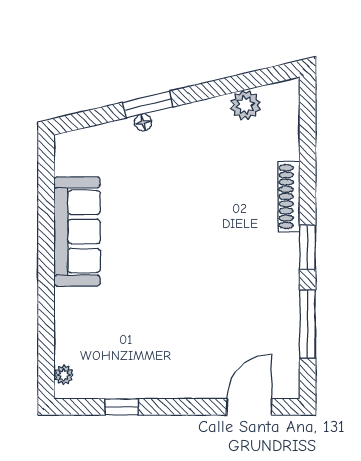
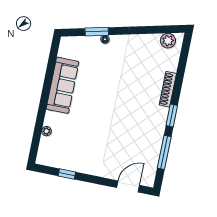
window: (148, 105) -> (97, 32), moved
plant: (245, 105) -> (168, 41), moved
plant: (64, 375) -> (46, 131), moved

